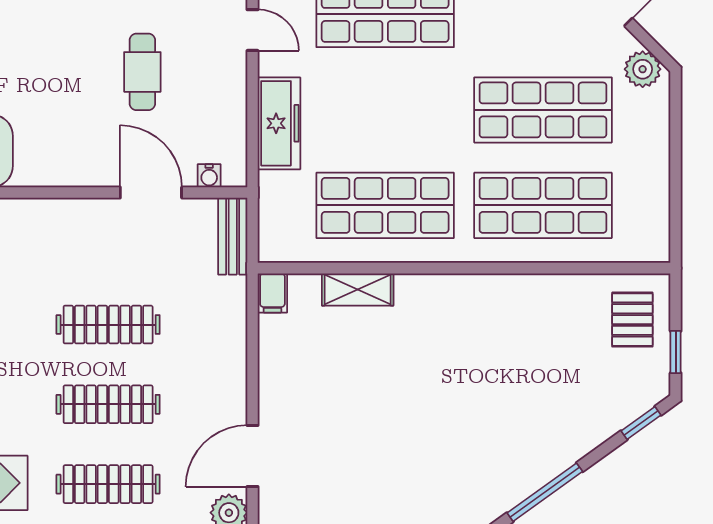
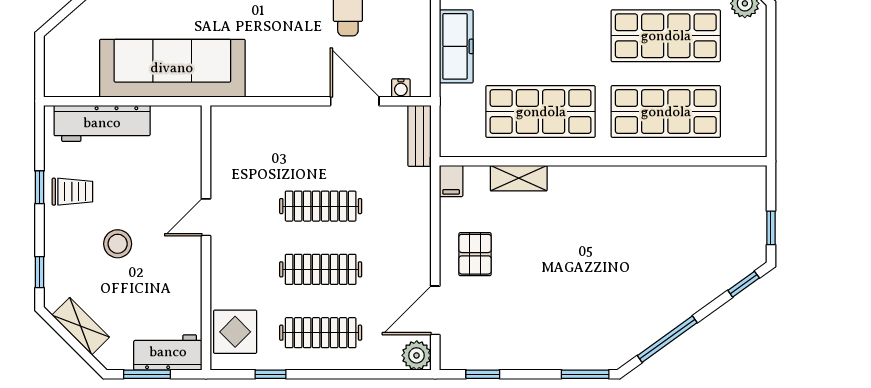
pallet: (632, 320) -> (475, 254), moved

